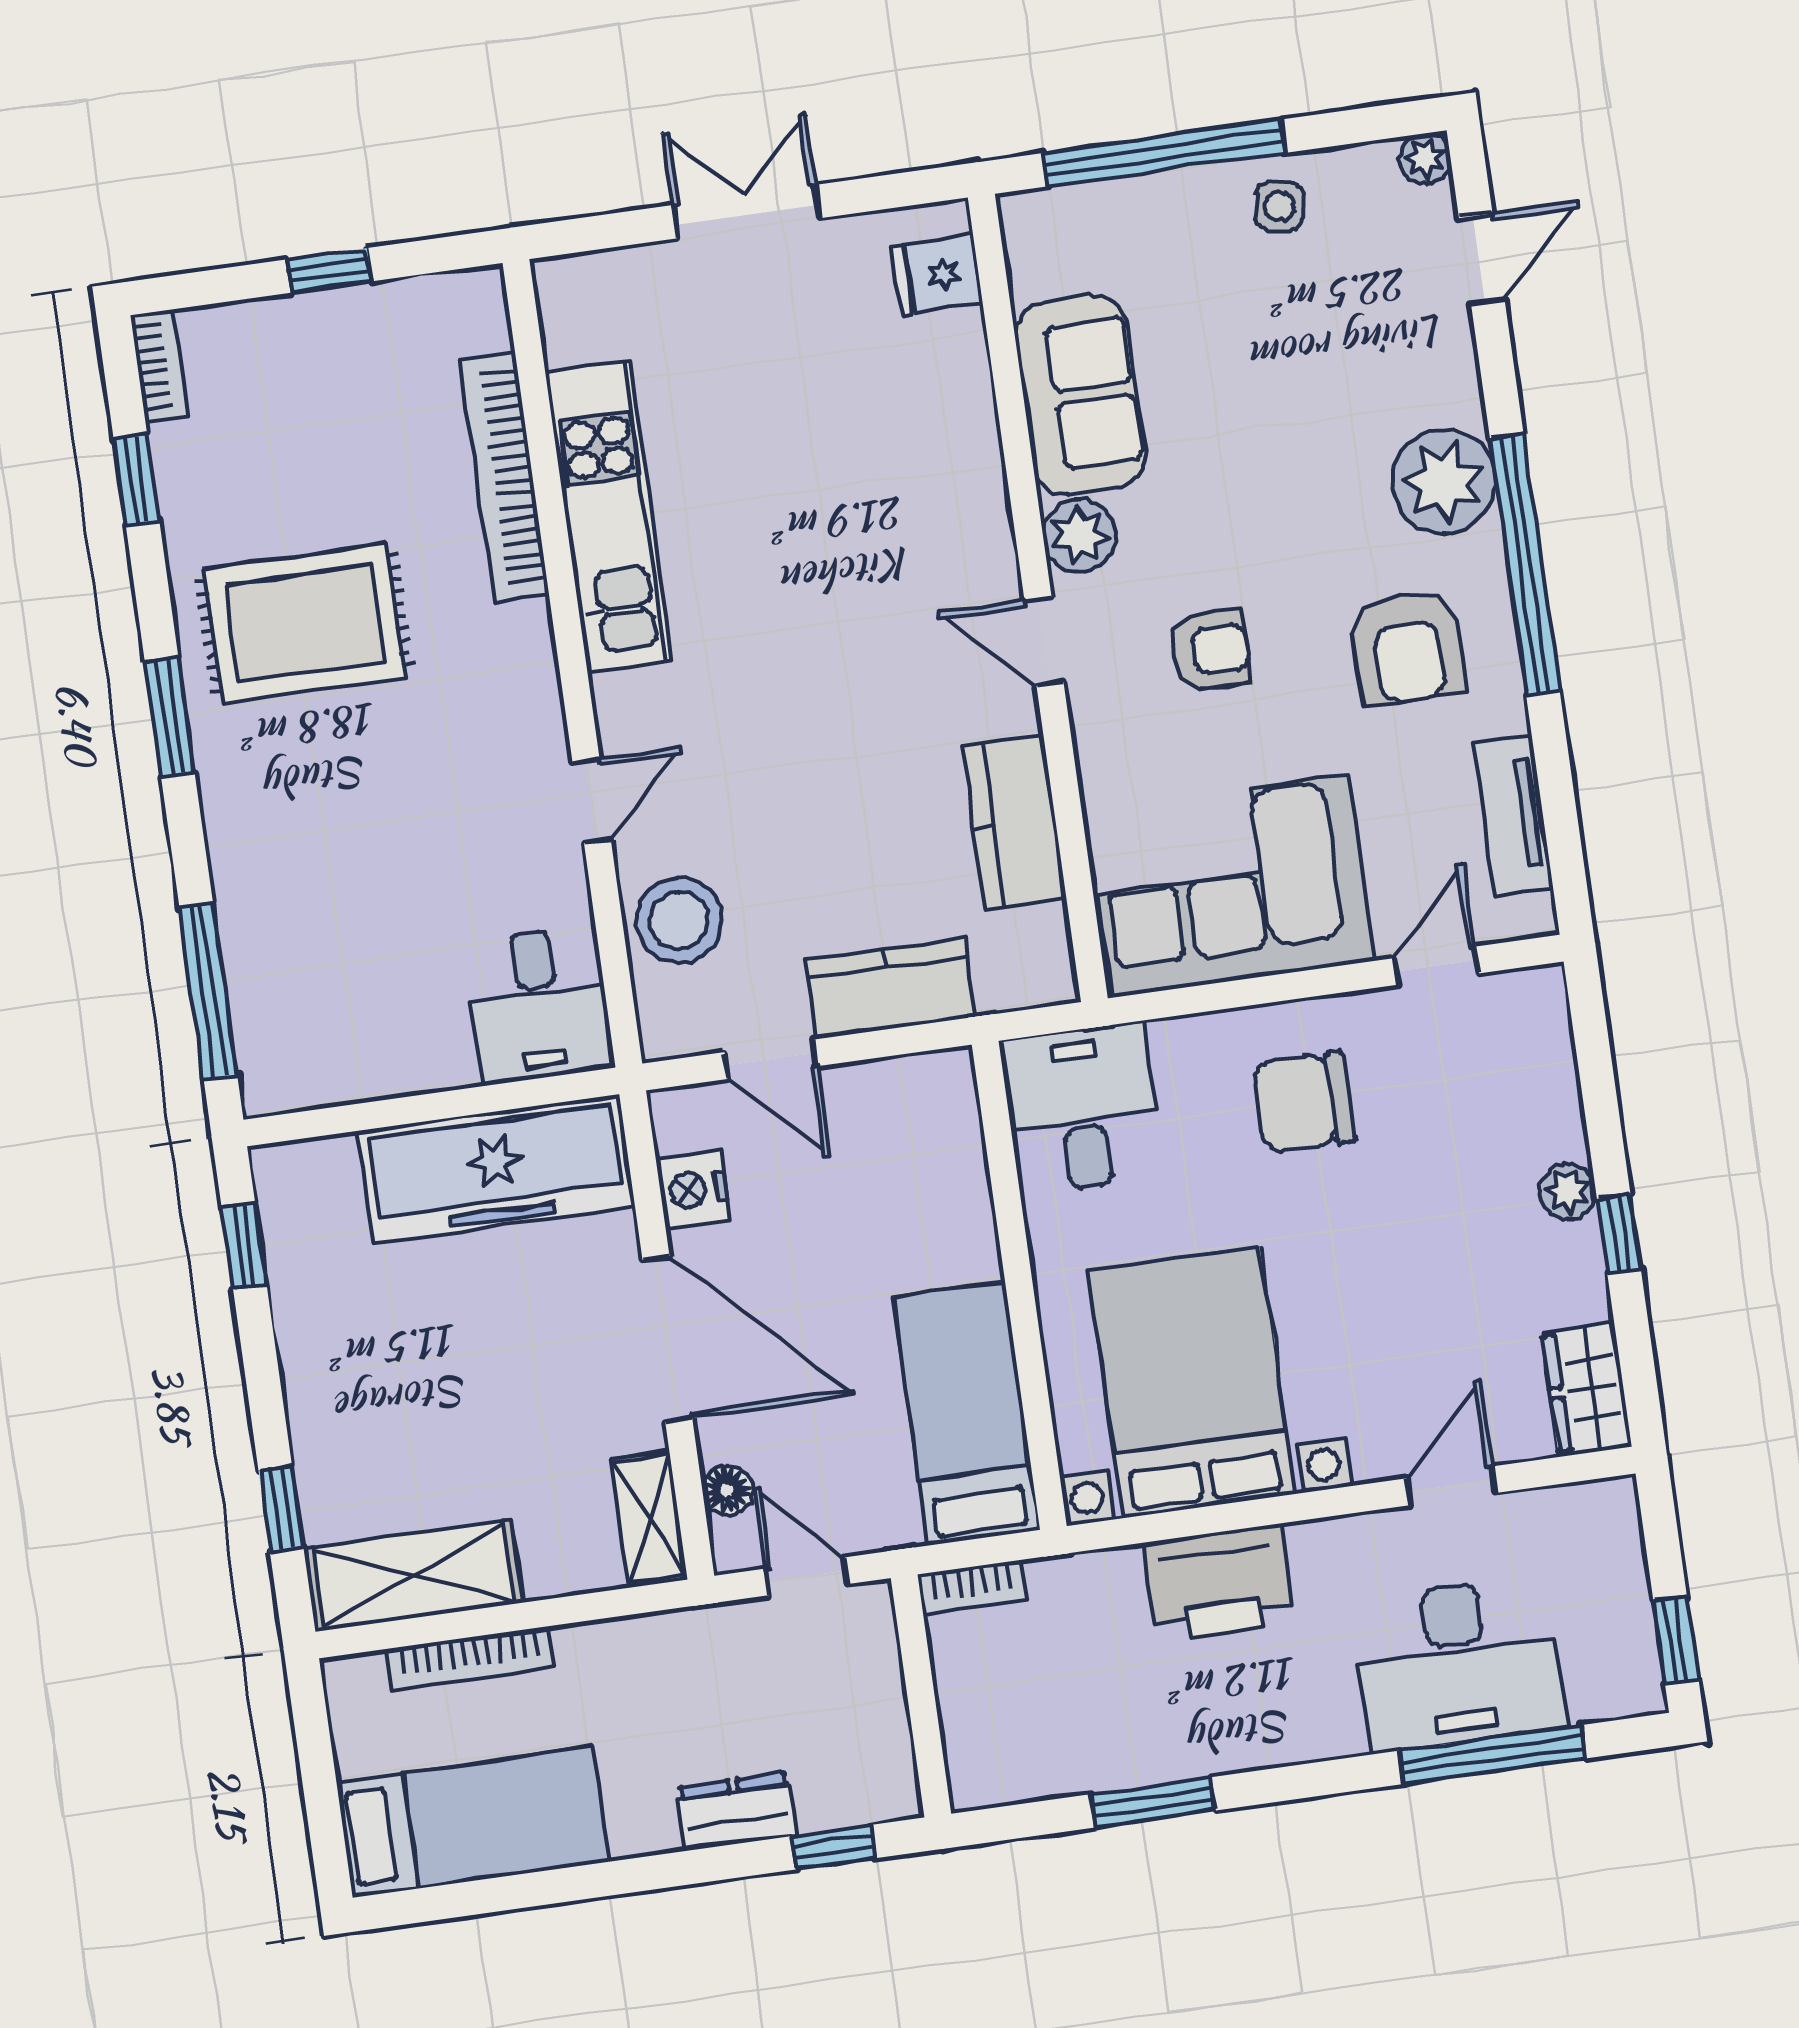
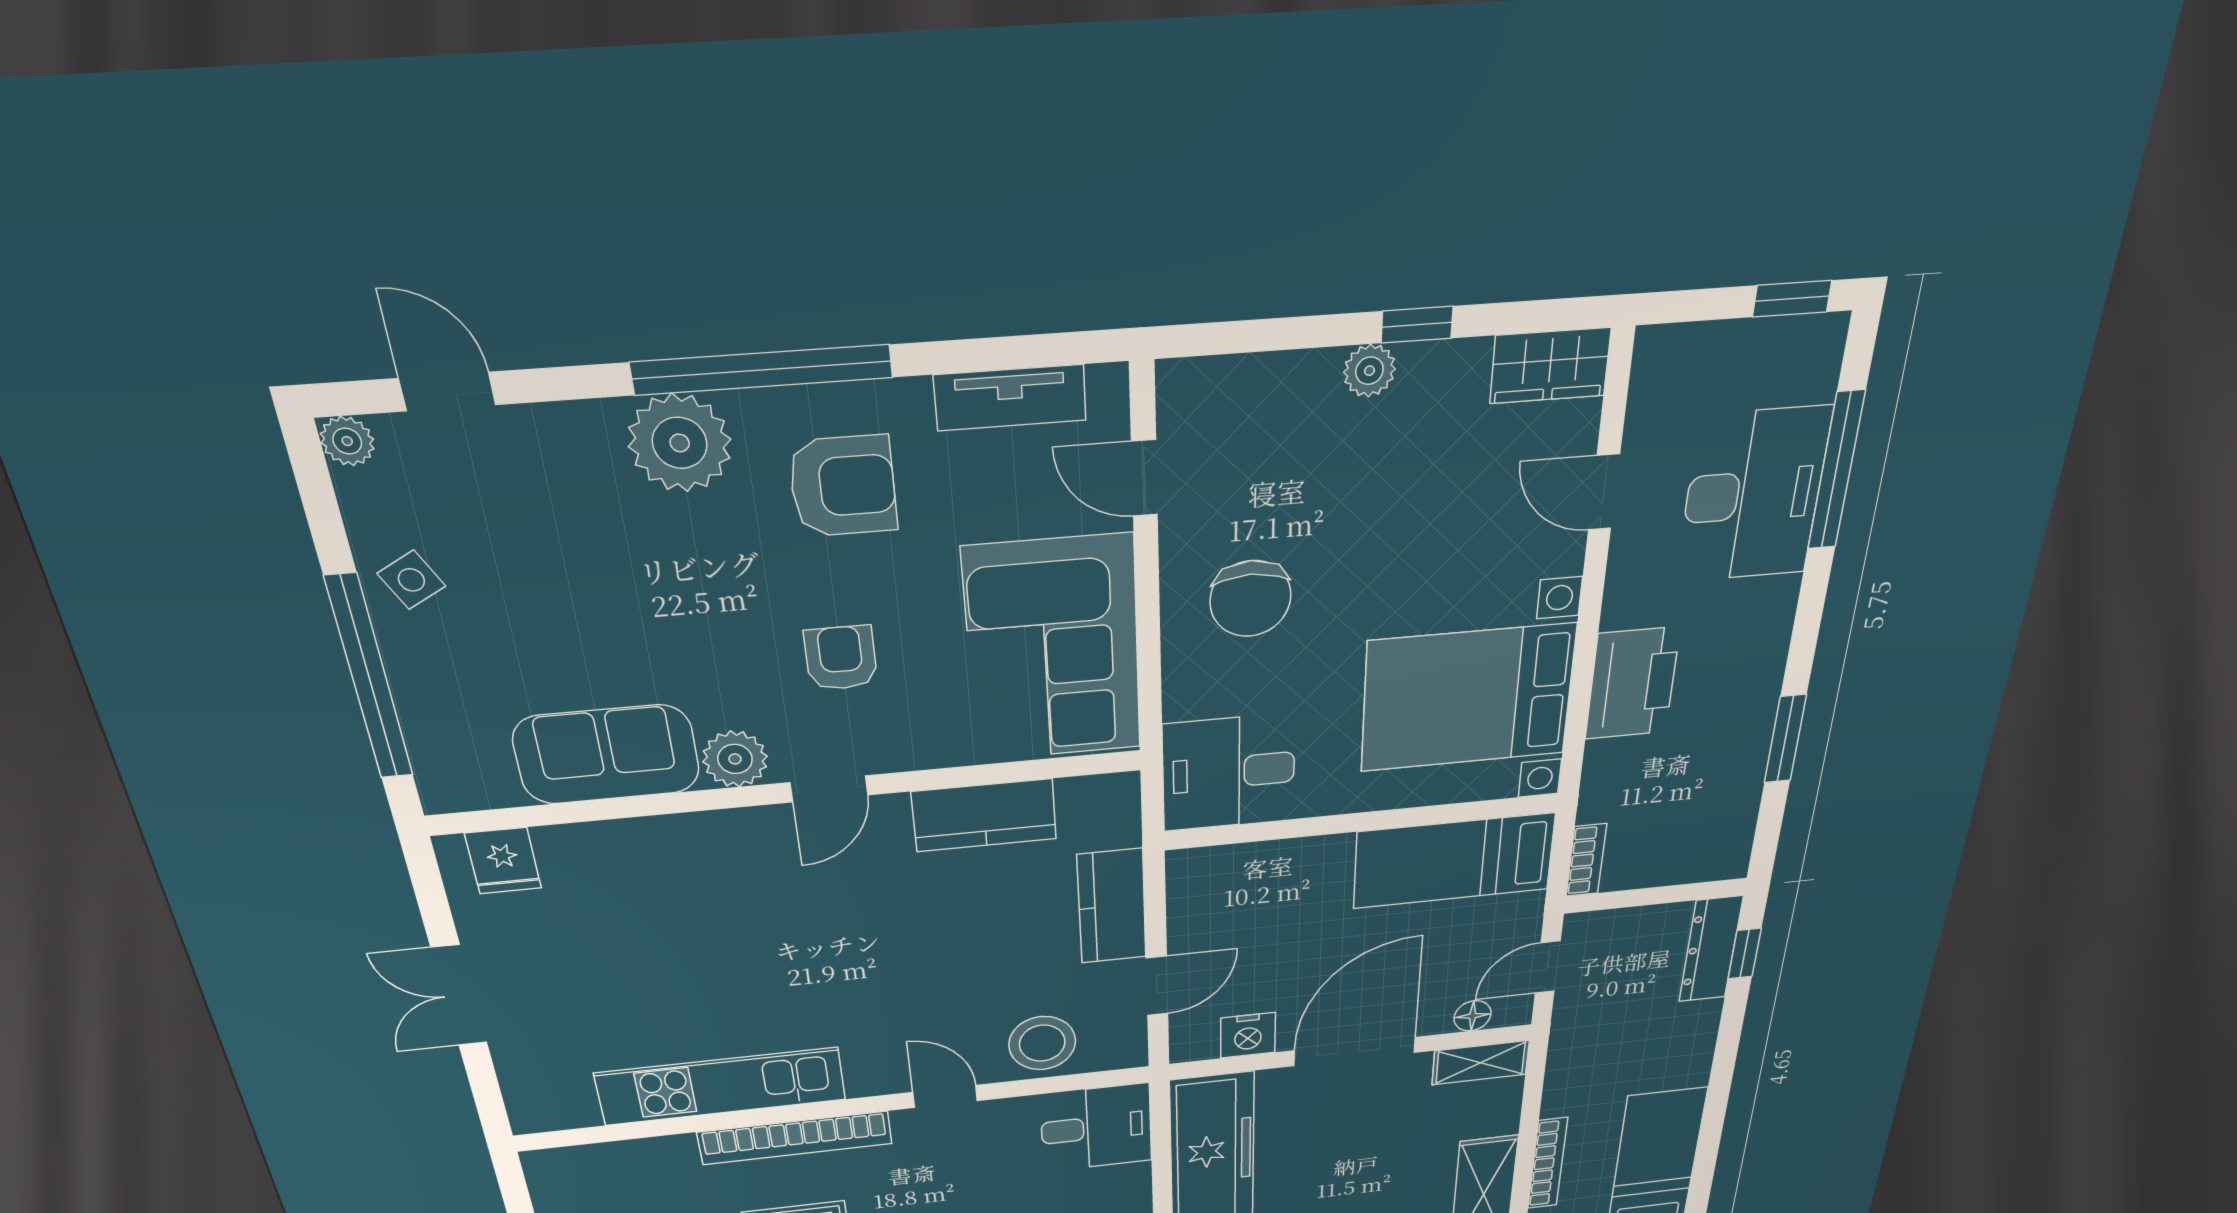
side table: (1279, 206) -> (411, 580), turned -38
bookcase: (505, 477) -> (795, 1138), moved
dresser: (737, 1812) -> (1711, 949), moved, width x1.44

